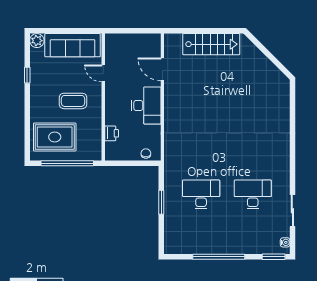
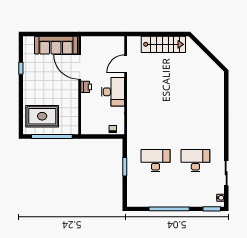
plant: (37, 41) -> (28, 42), removed
door: (162, 69) -> (126, 64), hinge flipped
door: (103, 73) -> (80, 67), width x1.87
coffee table: (73, 101) -> (56, 88), removed
printer: (112, 133) -> (86, 87), moved

